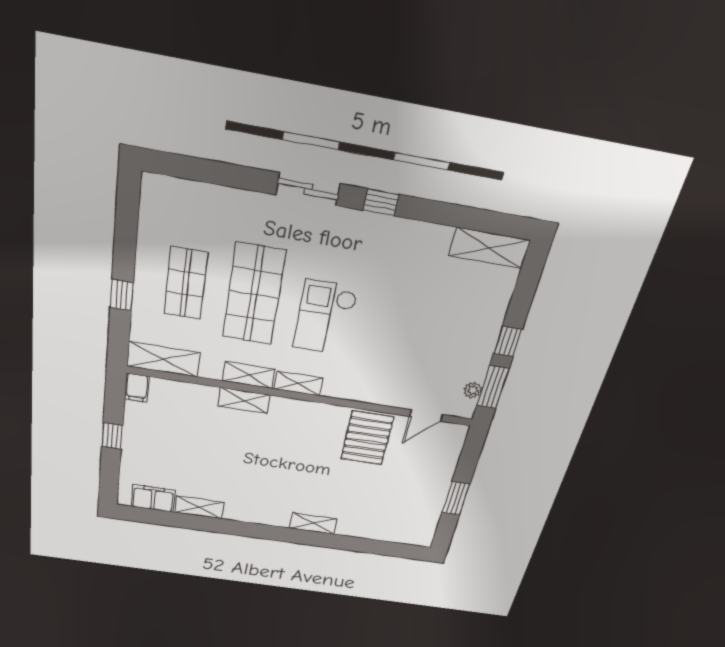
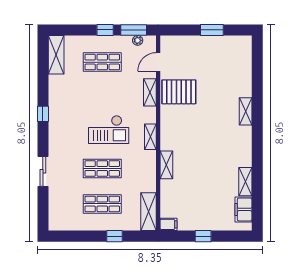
sliding door: (308, 189) -> (43, 171), moved
shop shelf: (254, 295) -> (102, 168), width x0.70, depth x0.74
shop shelf: (452, 327) -> (102, 62), added
shelving: (249, 375) -> (150, 92), moved
door: (426, 416) -> (158, 62), swing flipped

